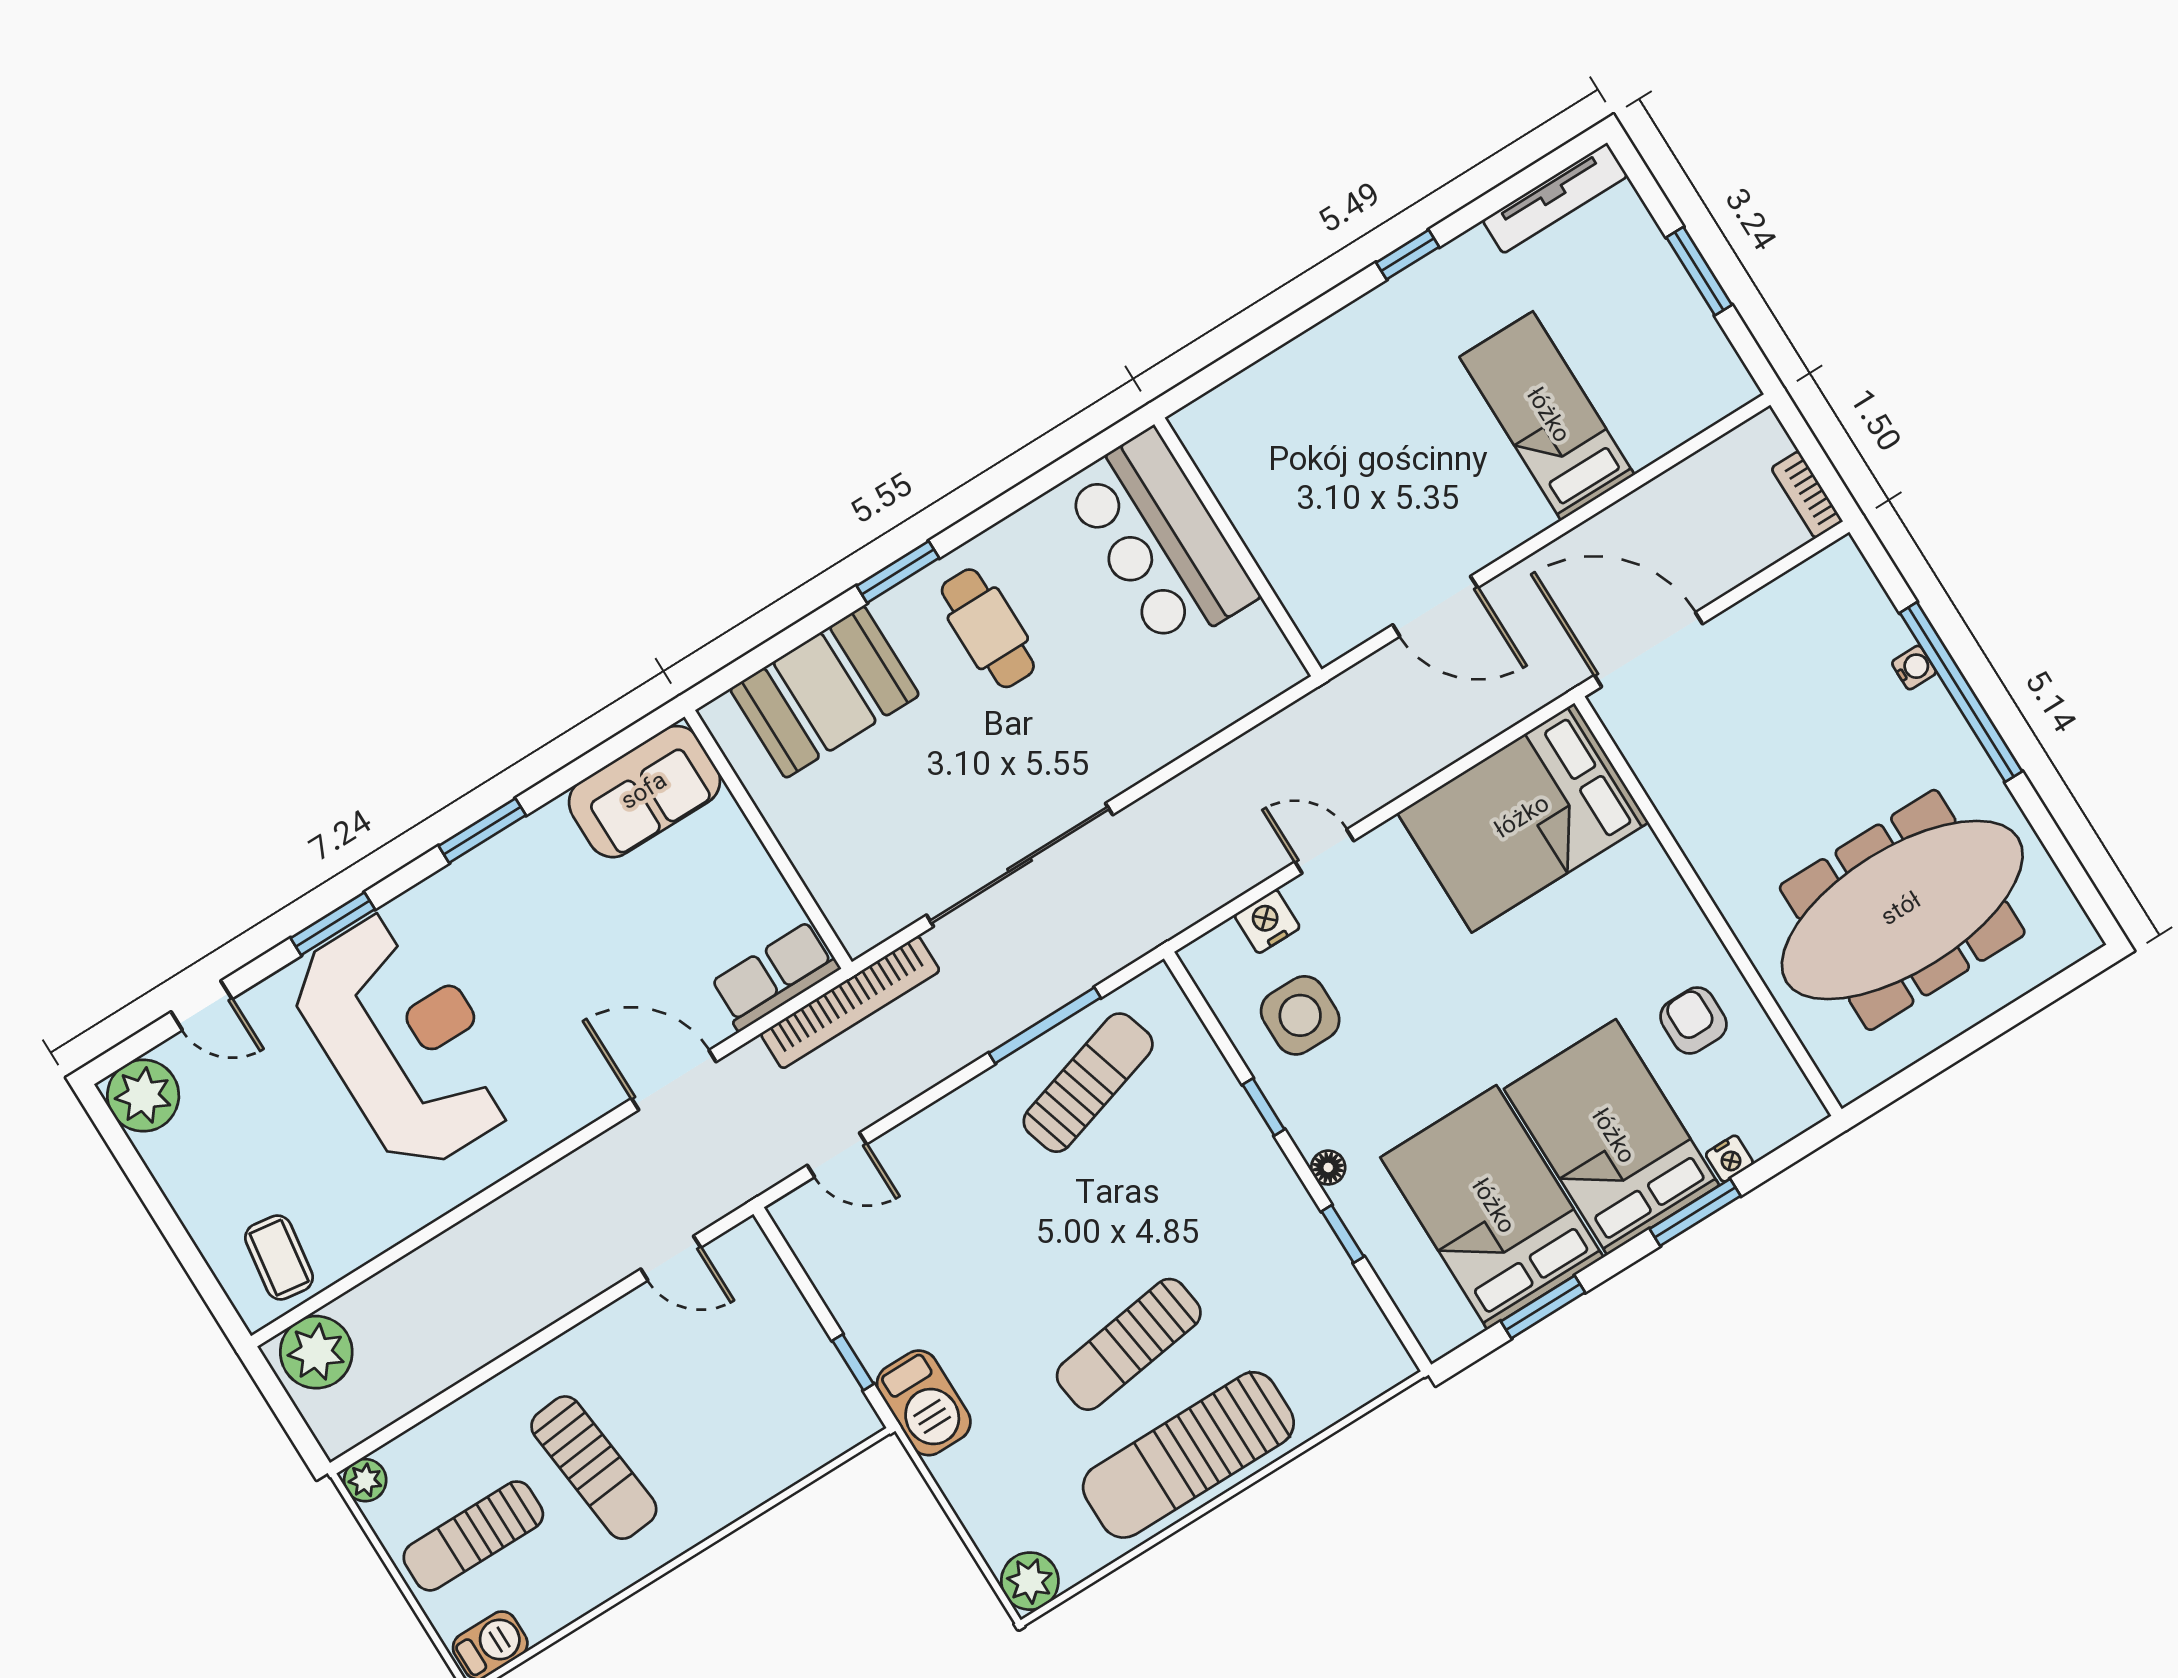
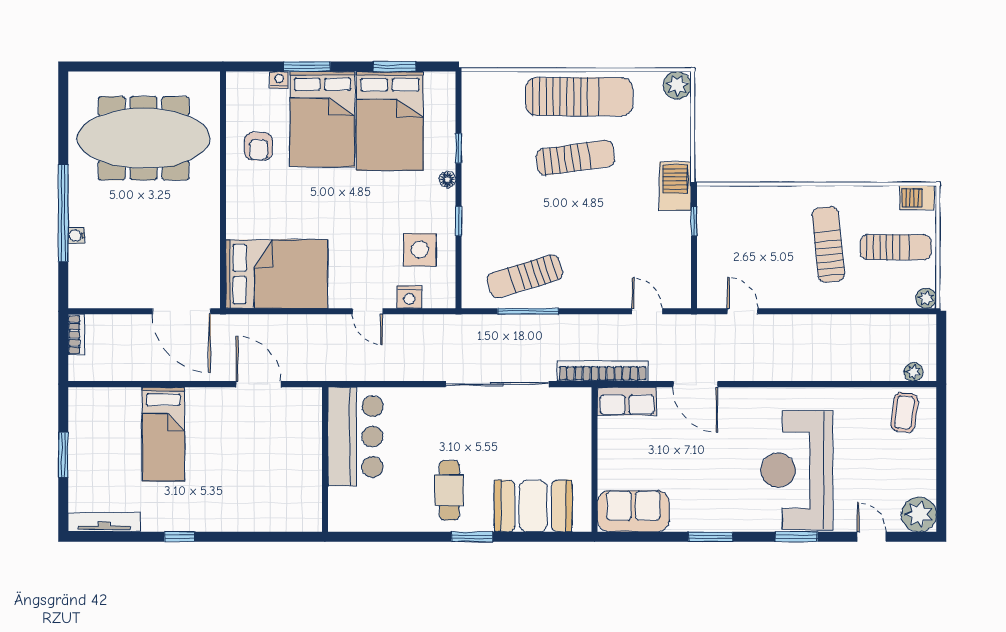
bar counter: (1160, 540) -> (355, 437), moved
plant: (316, 1352) -> (913, 372), width x0.53, depth x0.53

